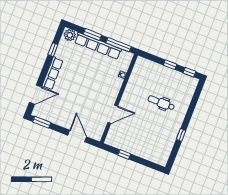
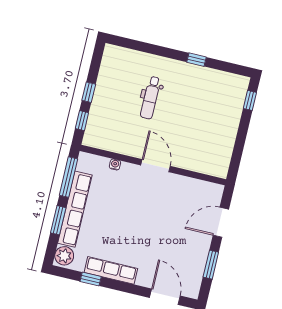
window: (189, 72) -> (82, 121), moved
row of seats: (52, 73) -> (111, 270), moved
door: (113, 114) -> (156, 166), moved
window: (42, 122) -> (211, 265), moved
window: (124, 154) -> (250, 100), moved

